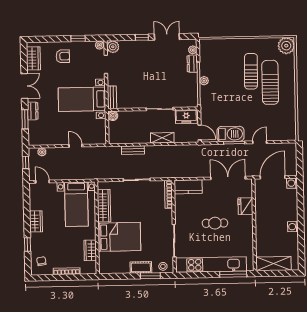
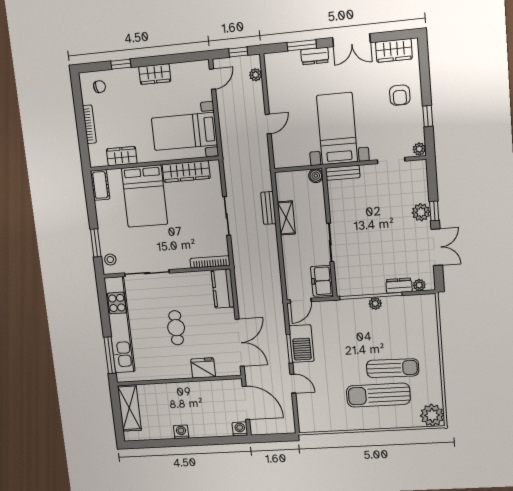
plant: (113, 47) -> (421, 212), moved
sun lounger: (270, 82) -> (378, 395), turned 180
shelving: (162, 138) -> (286, 218), moved
cot: (141, 267) -> (100, 185), moved

